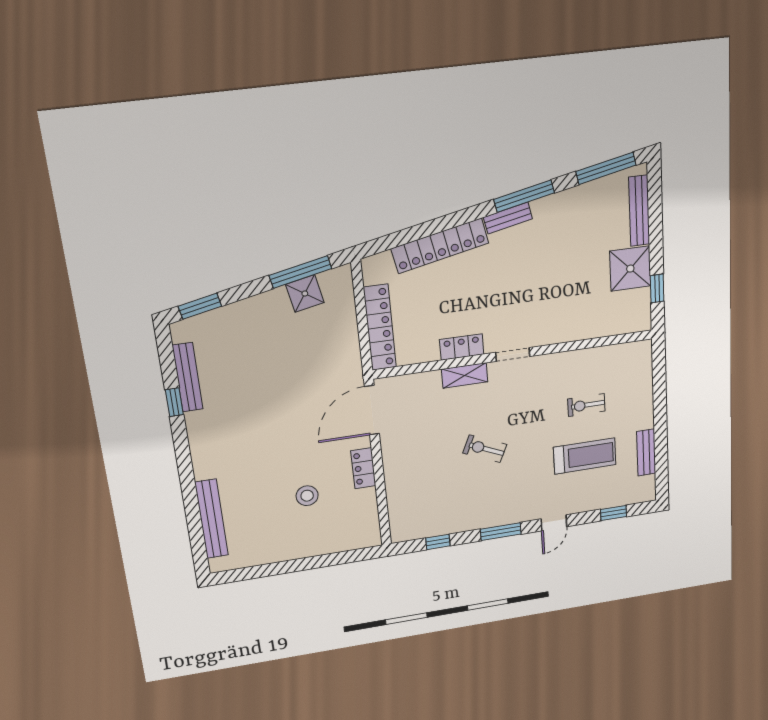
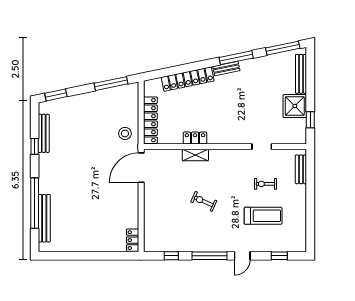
shower: (305, 294) -> (112, 96), removed
doorway: (513, 354) -> (262, 147), moved
bench: (646, 452) -> (301, 169), moved
locker: (363, 468) -> (133, 240), moved
stool: (307, 496) -> (125, 133), moved
window: (190, 497) -> (35, 203), added
window: (501, 532) -> (209, 256), width x1.44

